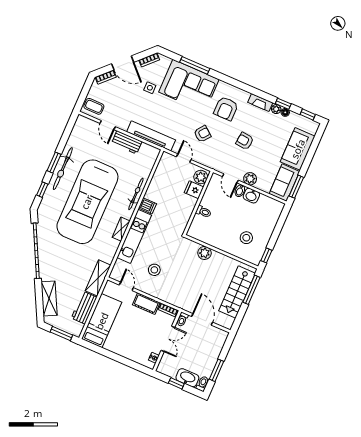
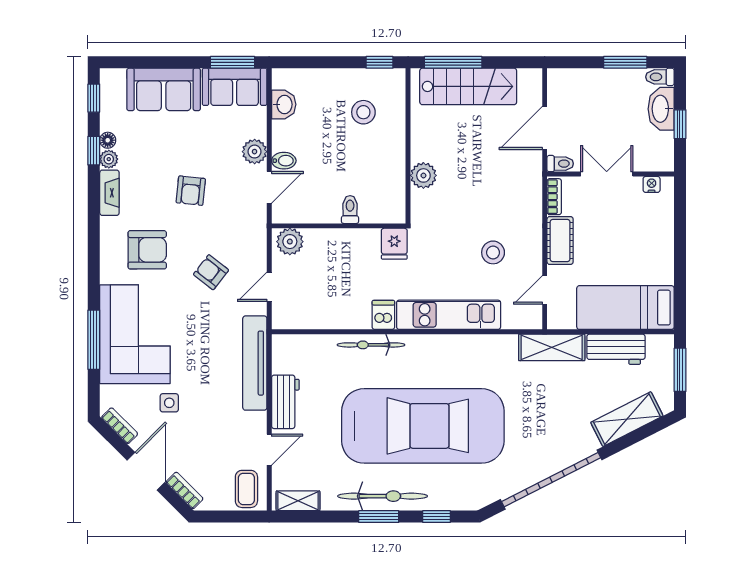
fridge: (194, 190) -> (394, 244), moved
washbasin: (251, 196) -> (284, 104), moved
shelving: (121, 229) -> (298, 501), moved

